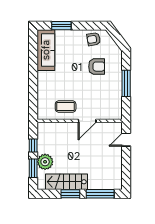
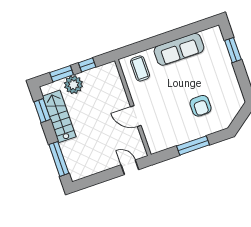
armchair: (94, 39) -> (230, 92), removed
sofa: (46, 50) -> (179, 49), moved
coffee table: (66, 106) -> (140, 68), moved
window: (70, 194) -> (42, 111), moved

